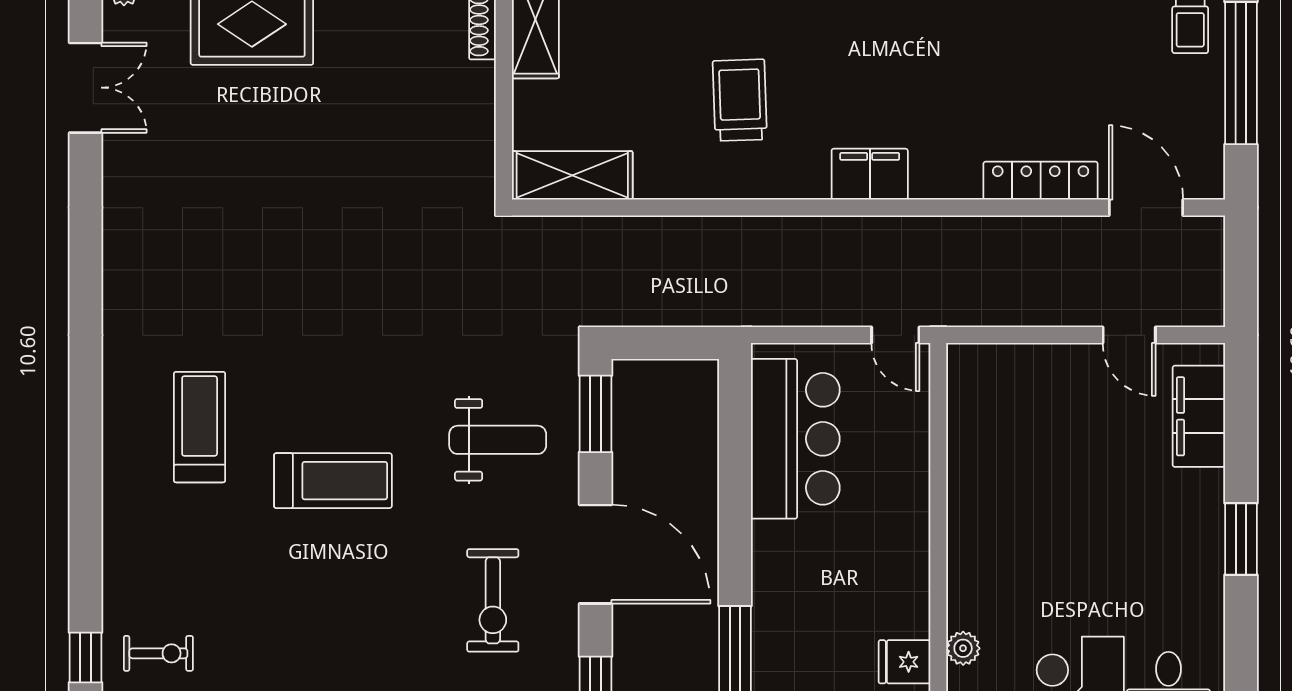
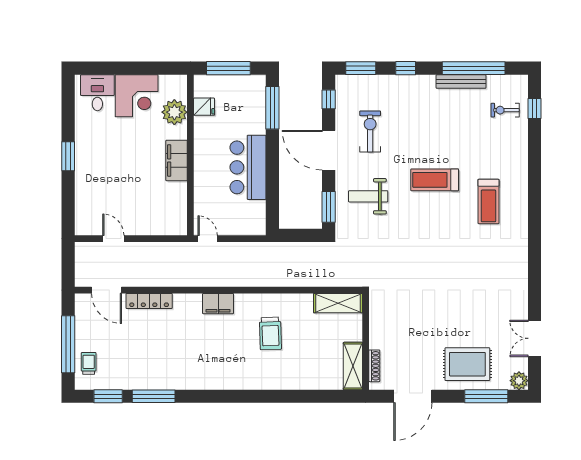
filing cabinet: (1199, 416) -> (177, 160), moved, turned 180
bar counter: (795, 439) -> (248, 167), moved
plant: (963, 648) -> (174, 112), width x1.87, depth x1.87

